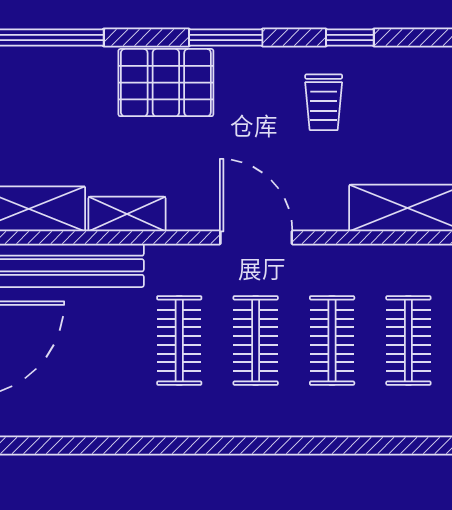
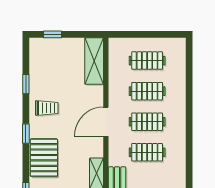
window: (226, 38) -> (26, 134), width x0.67
trolley: (324, 102) -> (47, 108), moved

